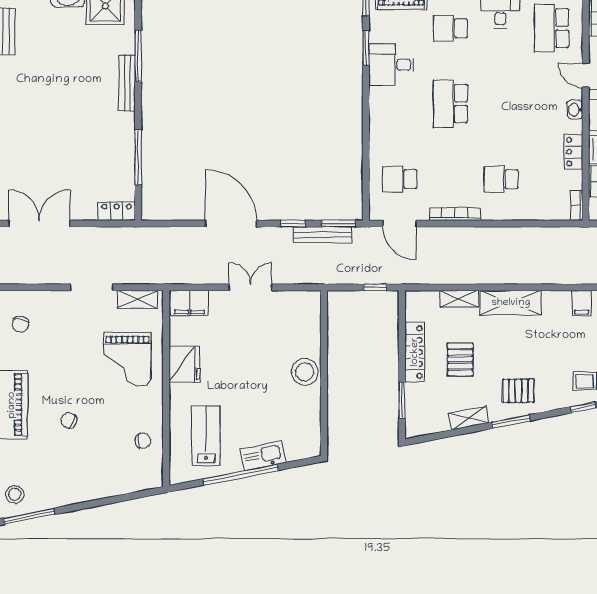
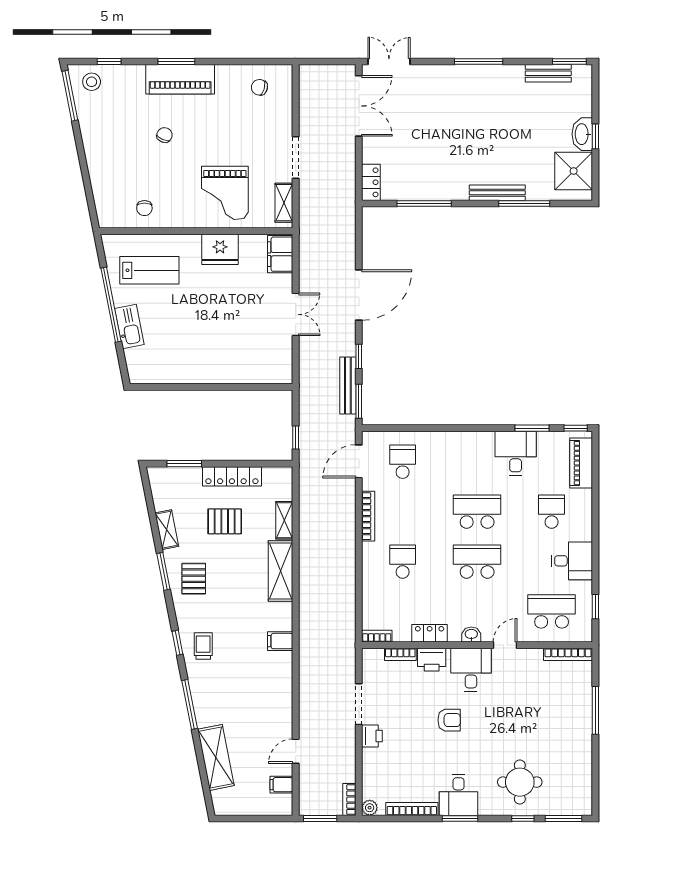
school desk: (501, 104) -> (477, 562), added
grand piano: (127, 359) -> (225, 193), turned -90
stool: (305, 372) -> (212, 368), removed

